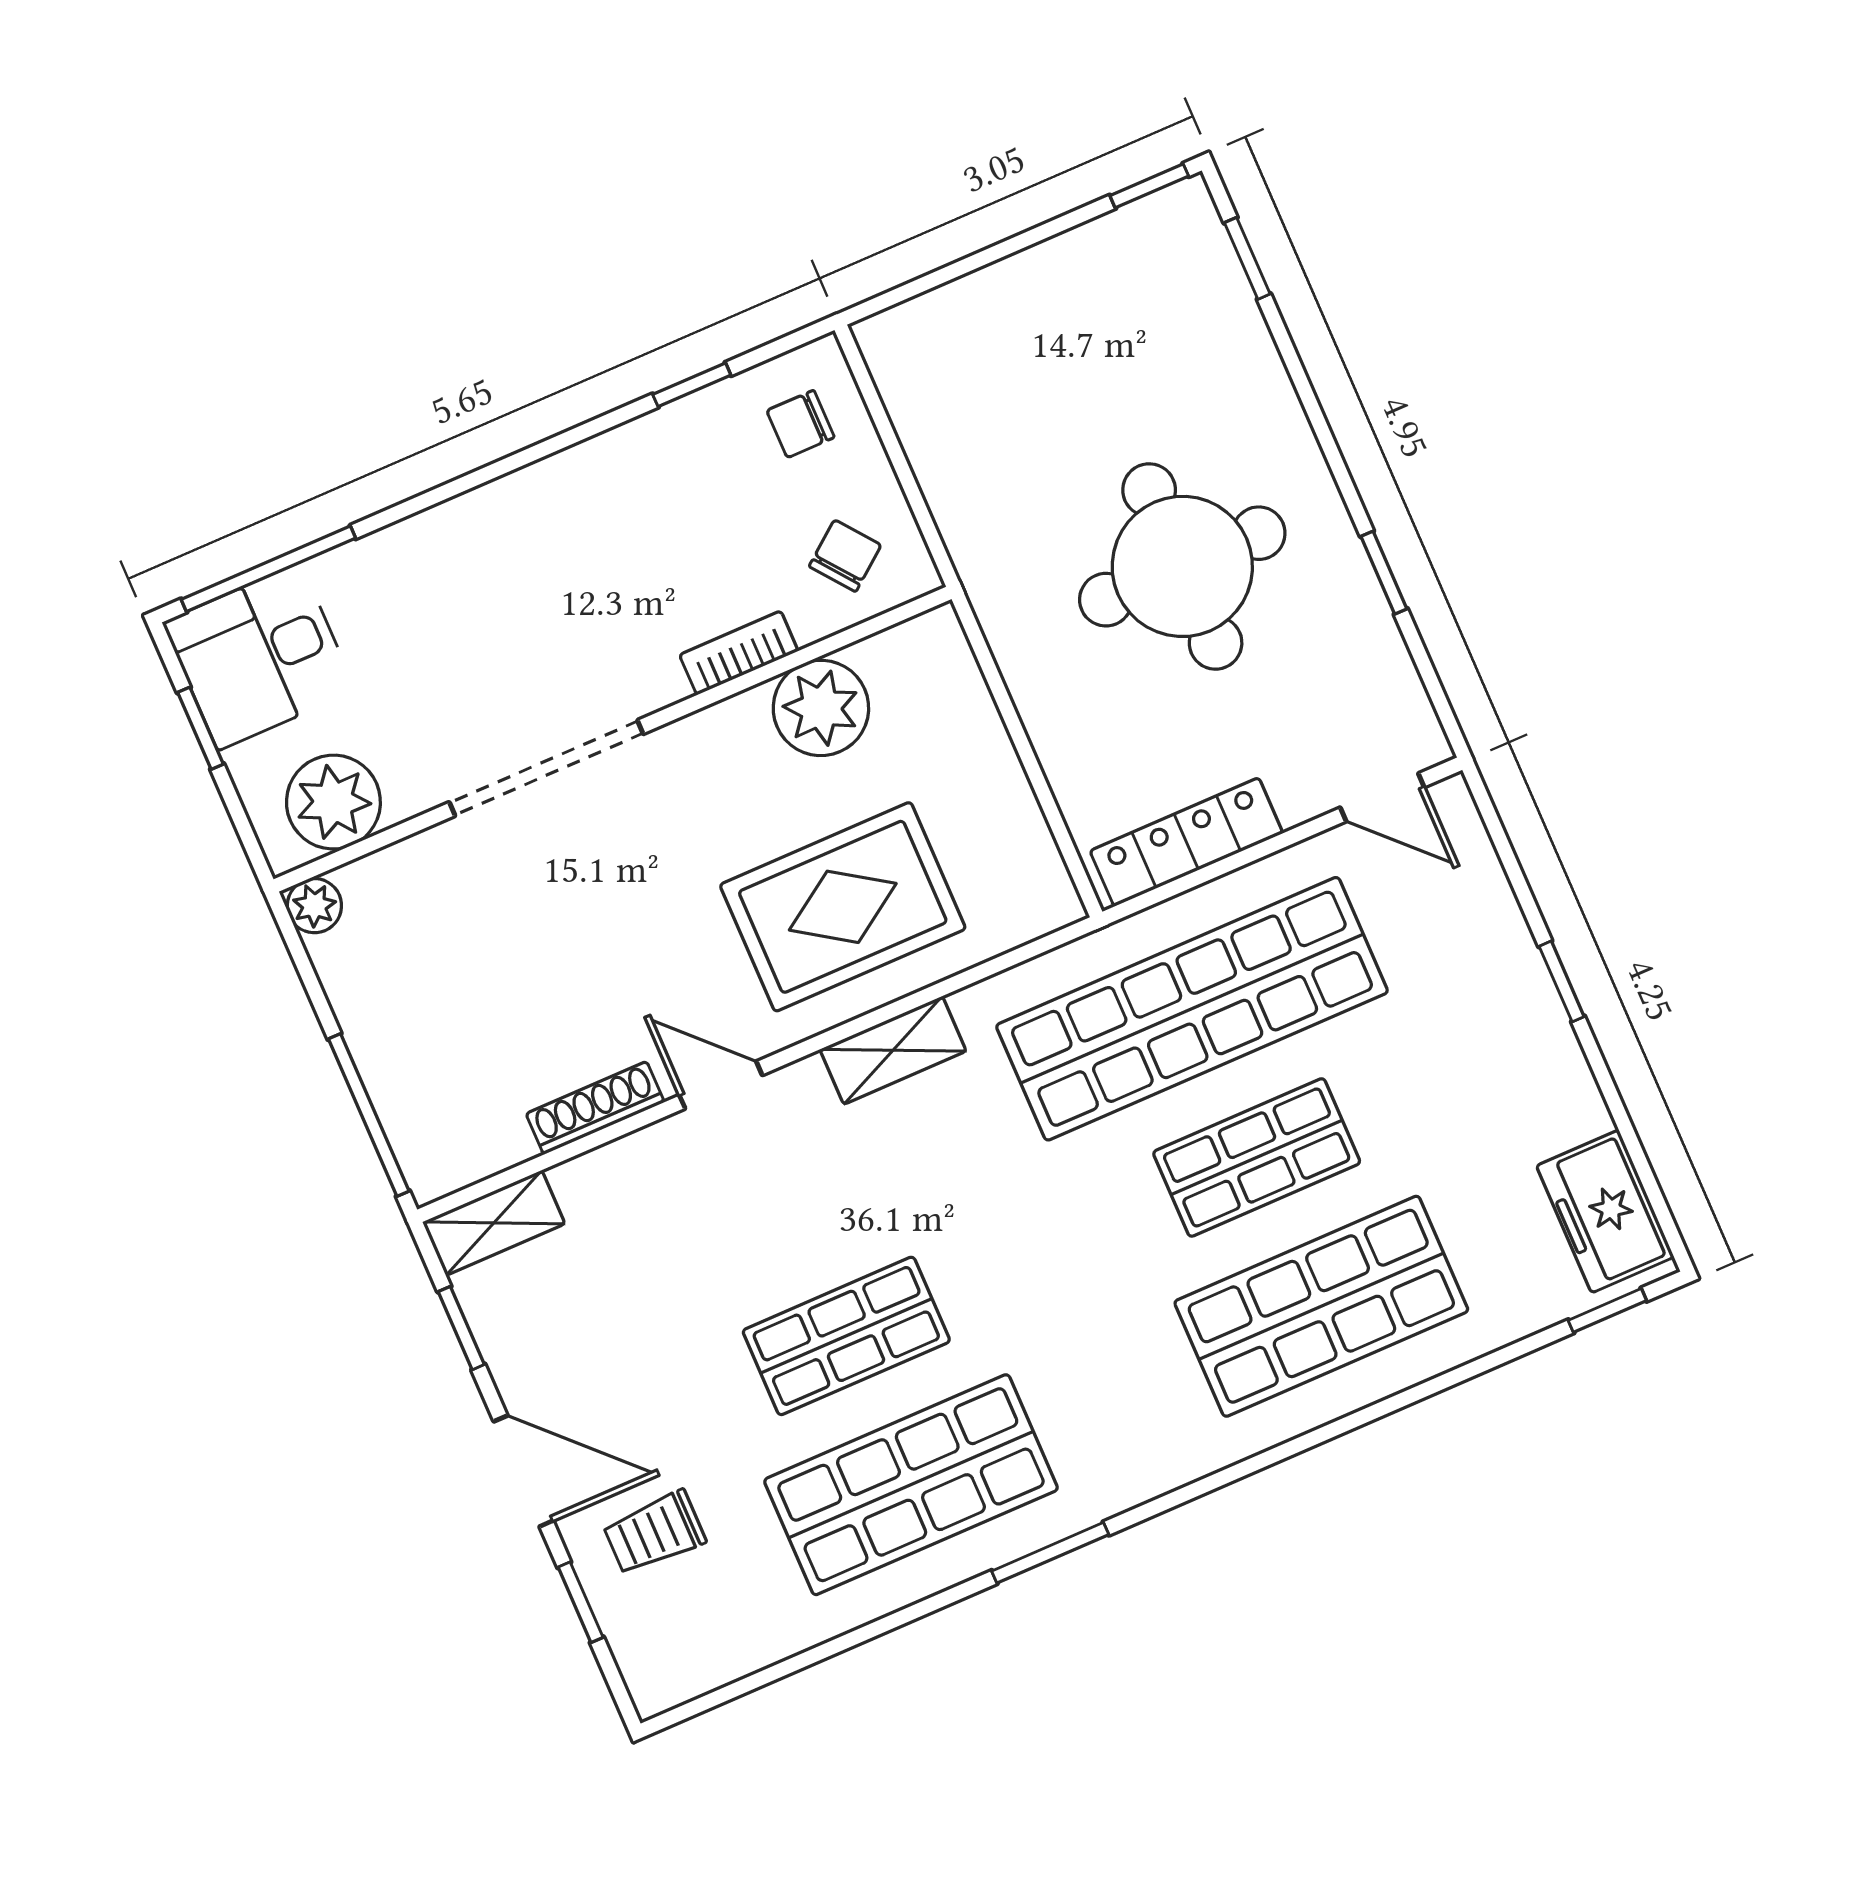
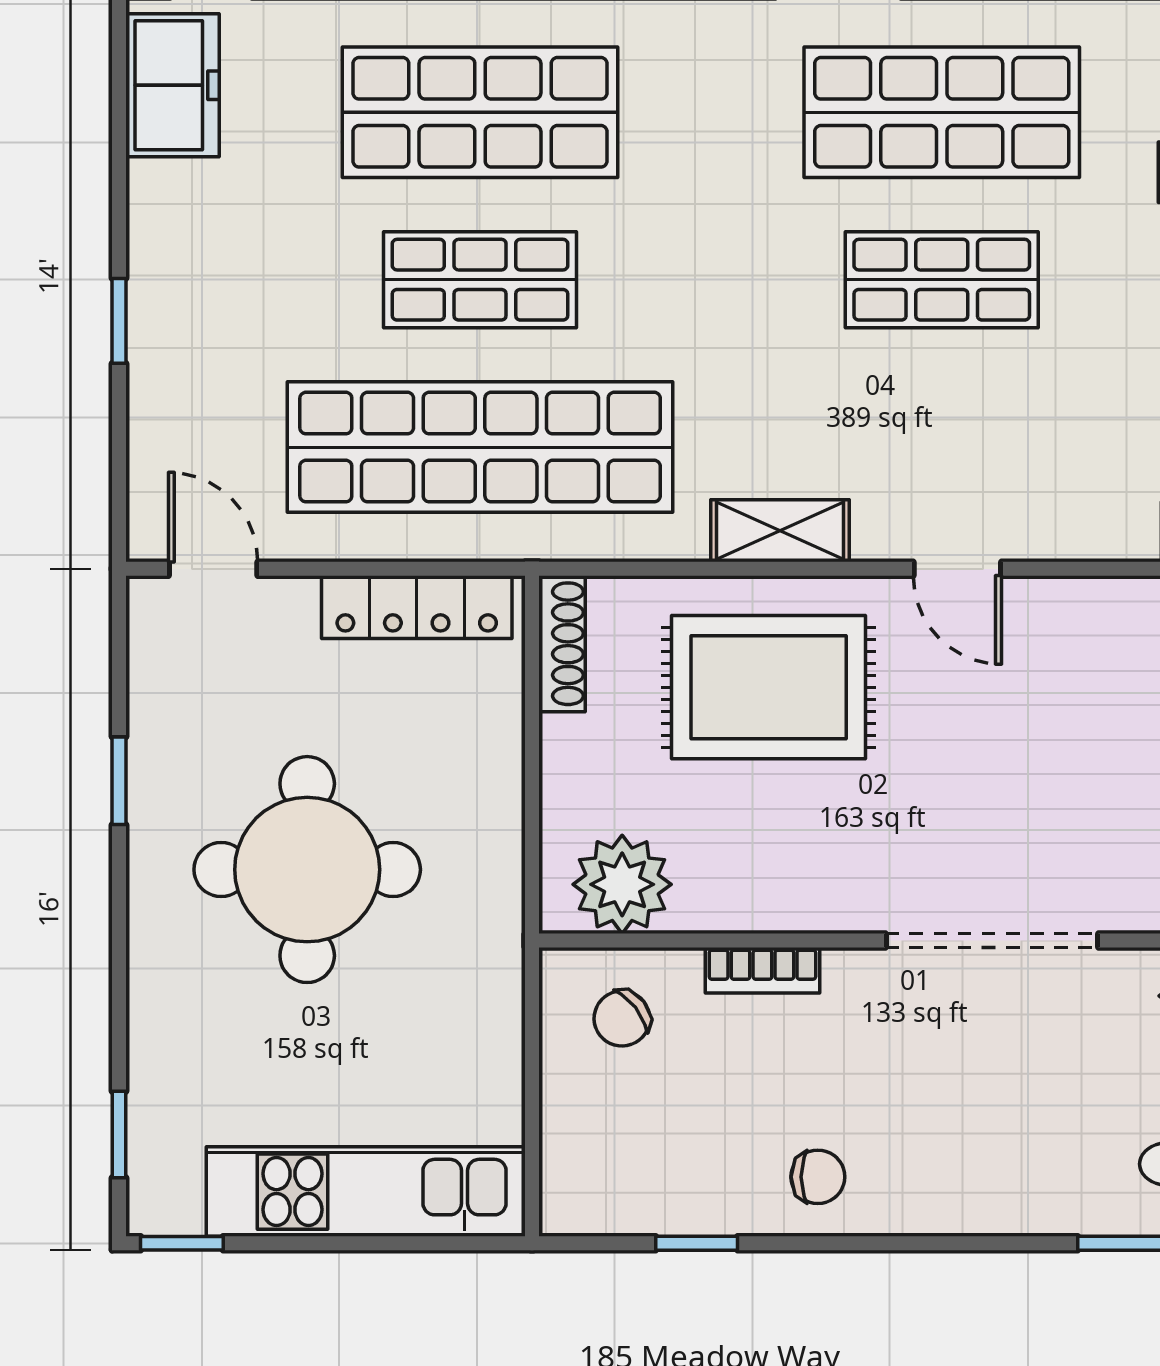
kitchen unit: (1006, 303) -> (366, 1192), added
chair: (800, 424) -> (818, 1177), moved
plant: (821, 708) -> (622, 884), moved
shoe rack: (595, 1108) -> (562, 644), moved, turned -90

